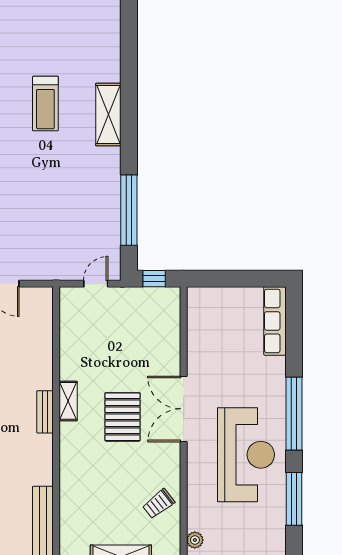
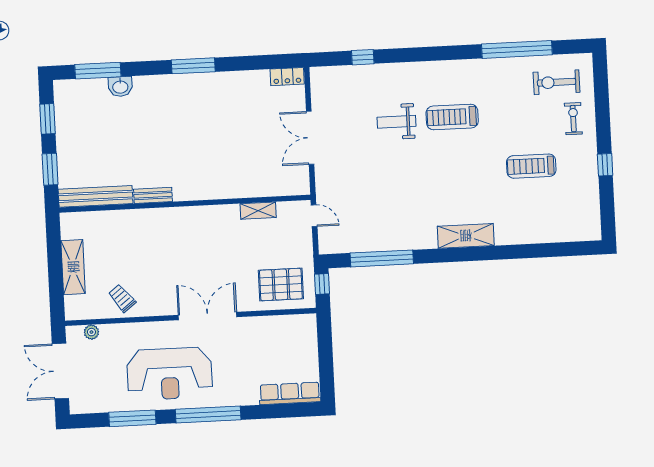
treadmill: (45, 104) -> (531, 166), moved
door: (96, 284) -> (314, 216), moved
shelving: (68, 401) -> (258, 211), moved
bench: (45, 412) -> (153, 195), moved
pallet: (123, 417) -> (281, 285), moved

